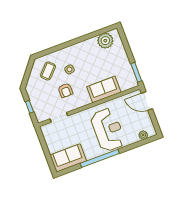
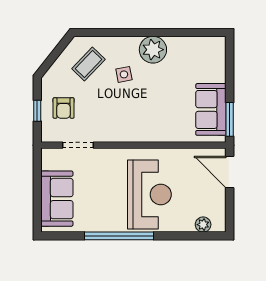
plant: (105, 41) -> (153, 50), moved
sofa: (104, 89) -> (211, 109), moved, turned -90
armchair: (65, 90) -> (64, 108), moved
sofa: (68, 158) -> (57, 199), moved, turned 90

